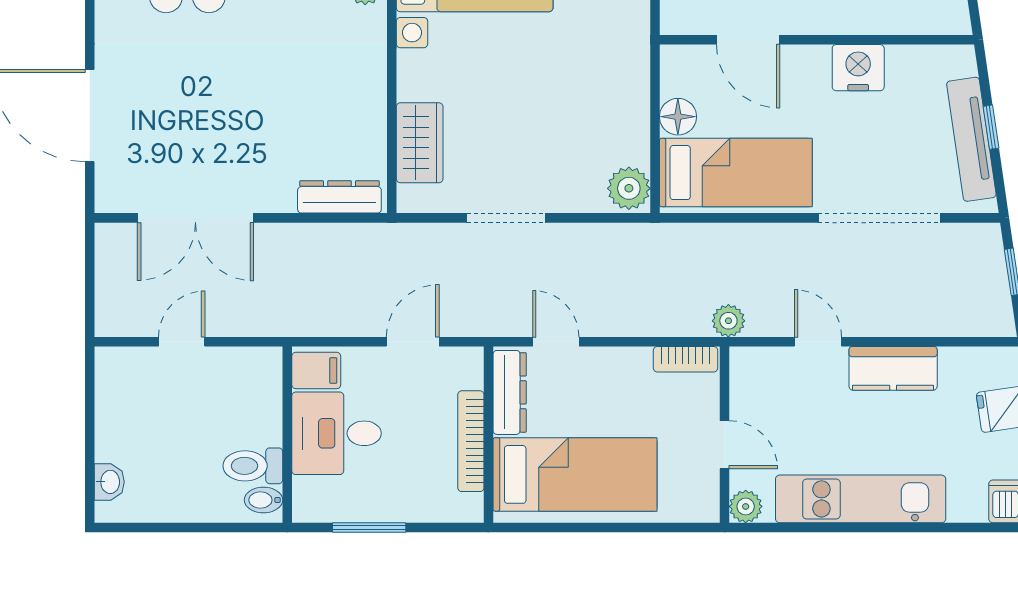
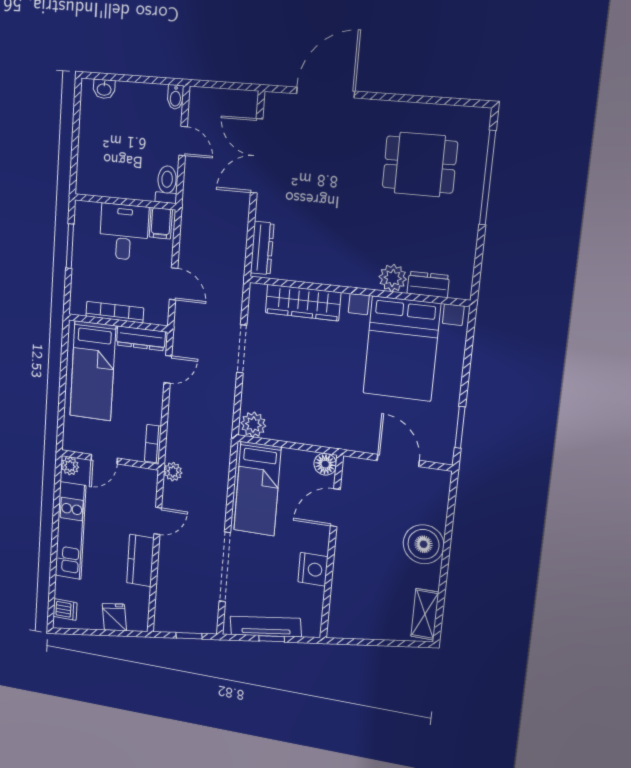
floor lamp: (678, 117) -> (325, 464), moved
wardrobe: (420, 143) -> (303, 303), width x1.50
toilet: (253, 466) -> (167, 184), moved
bidet: (263, 500) -> (175, 97), moved, turned 180

